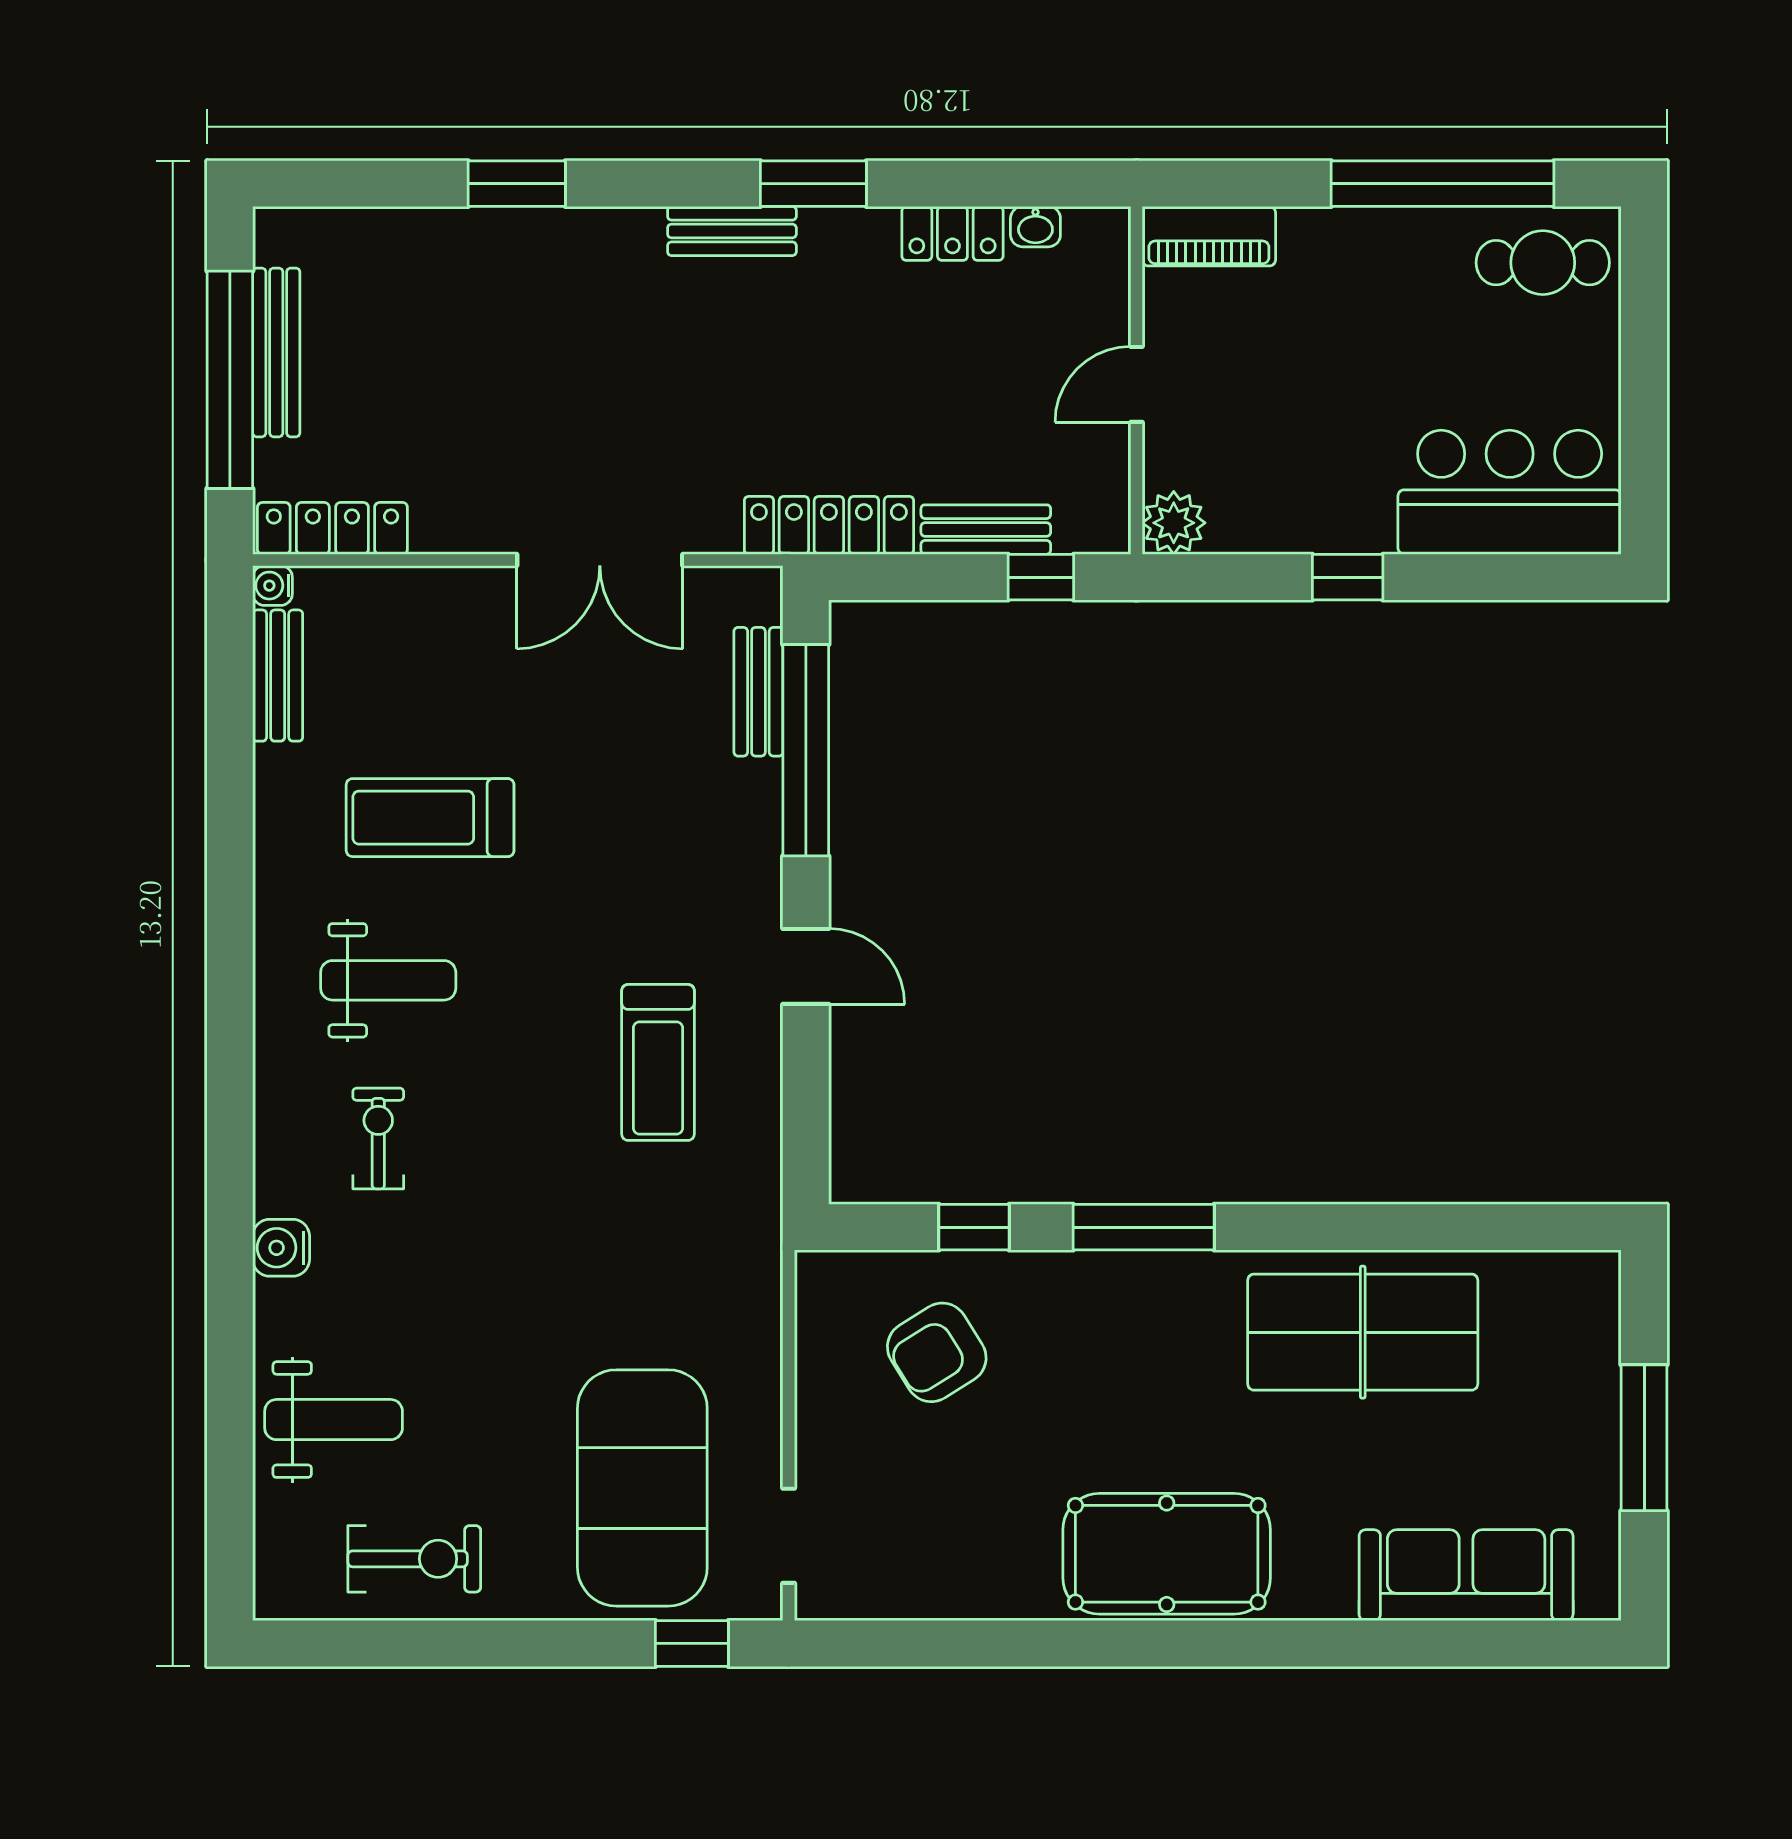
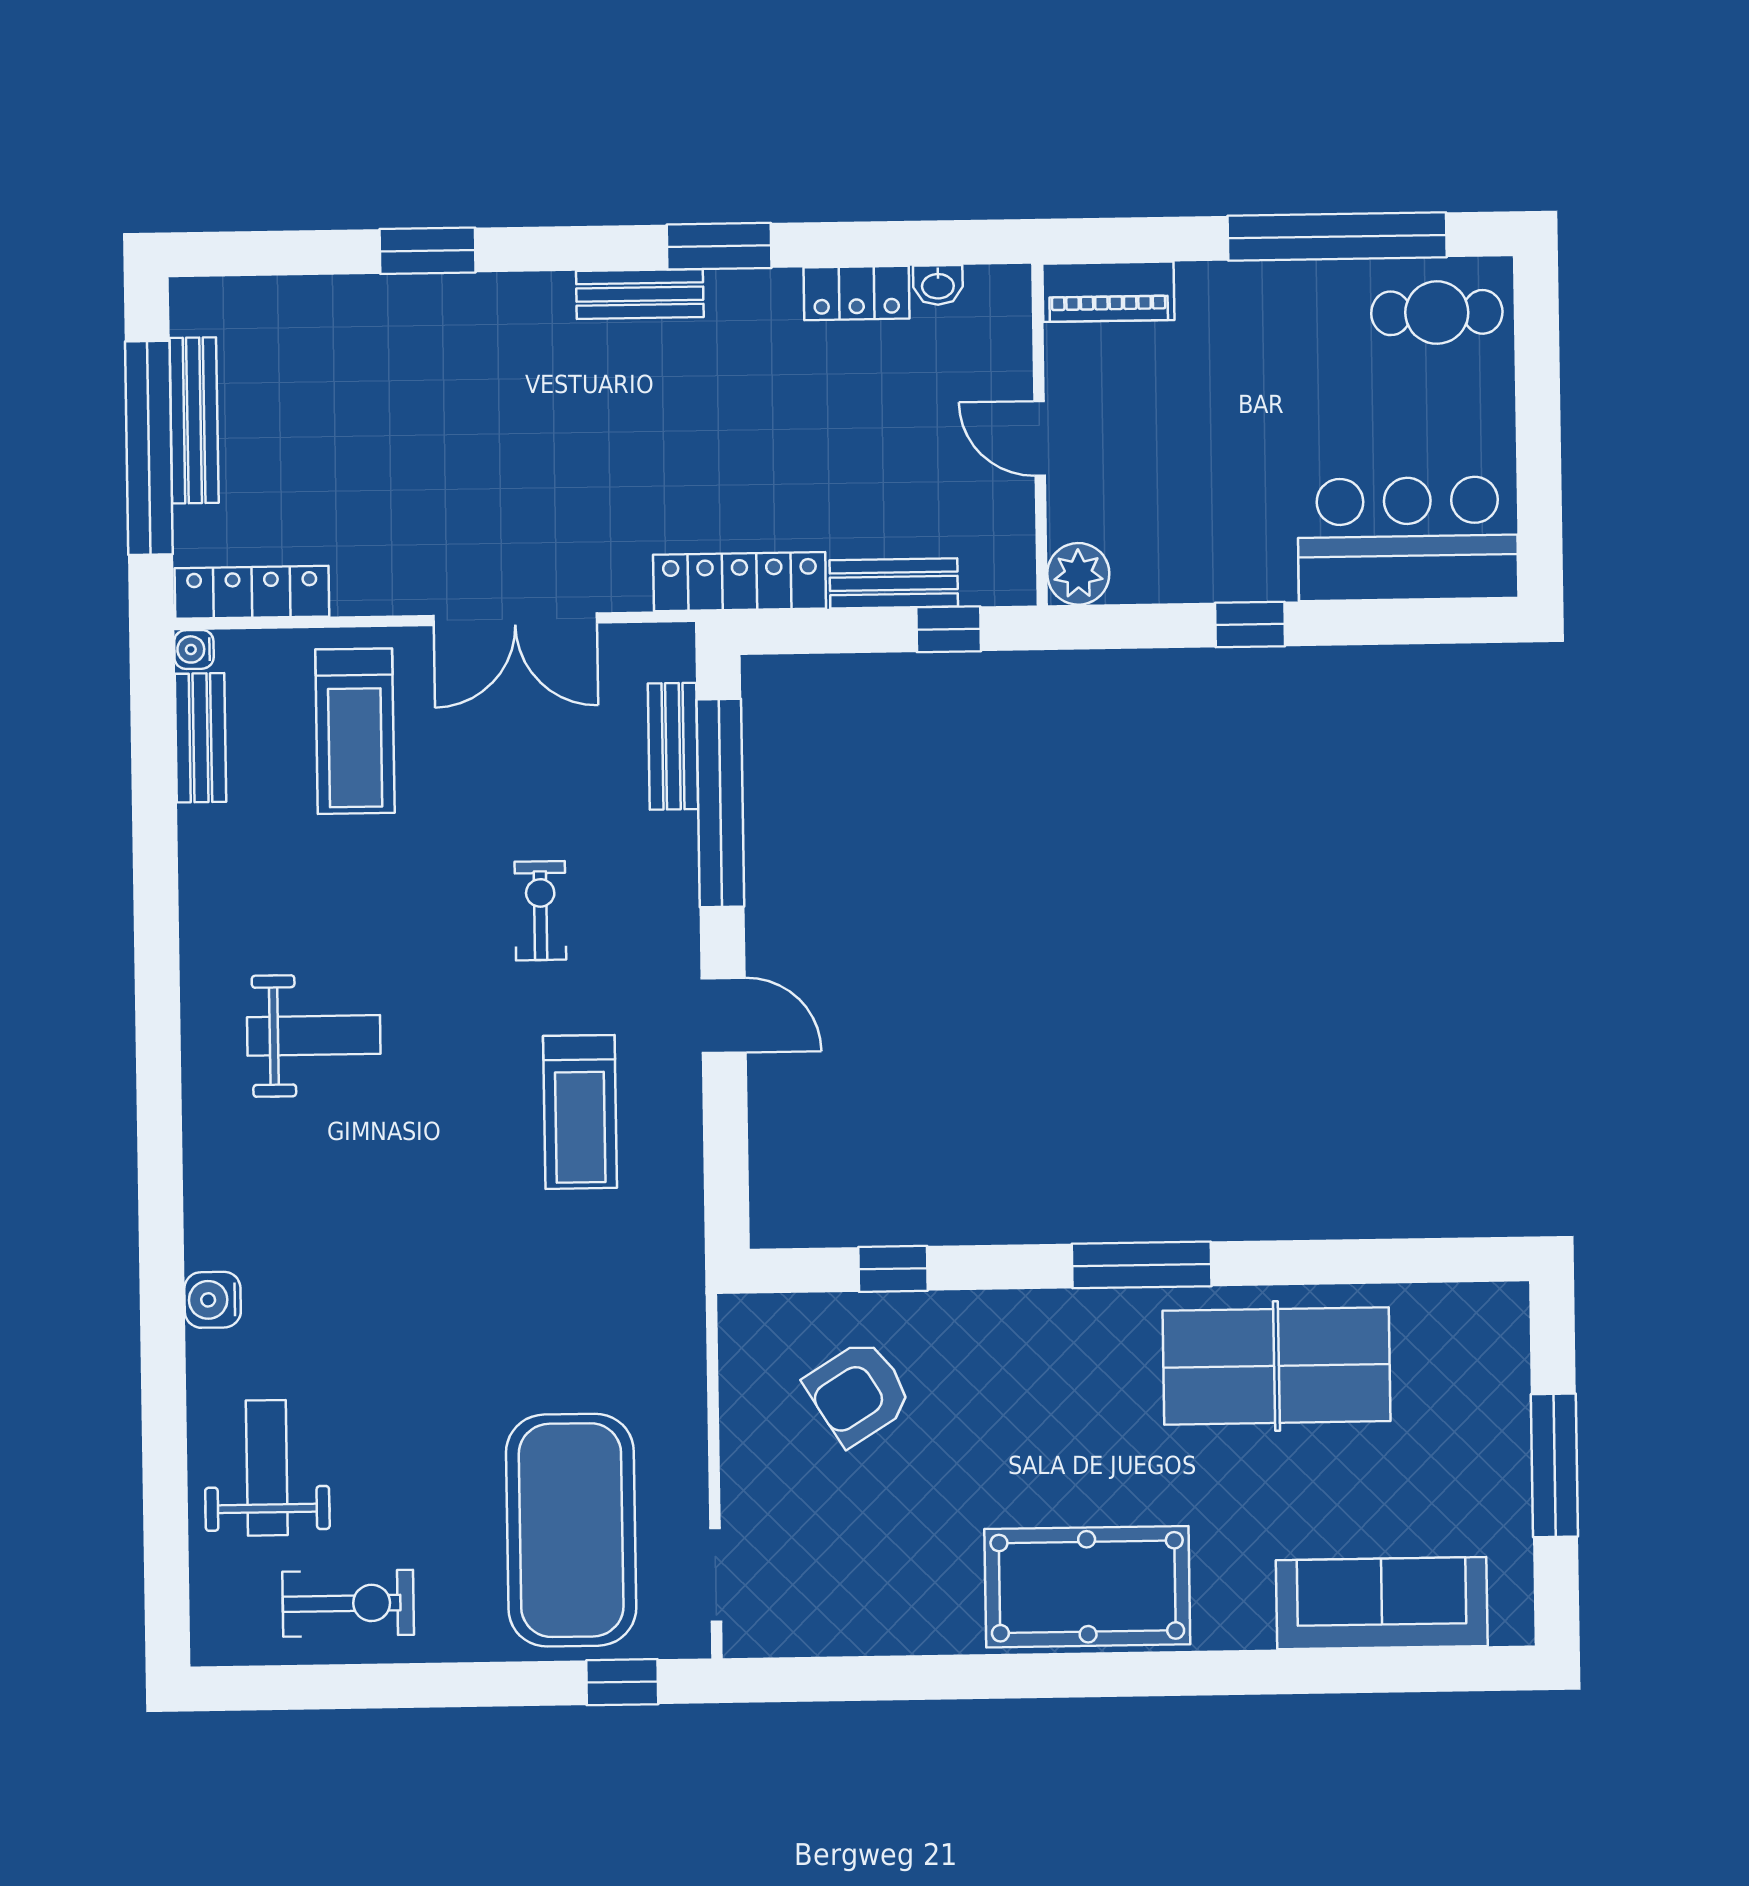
door: (1137, 384) -> (1040, 438), hinge flipped
treadmill: (430, 818) -> (355, 731), moved, turned -90
exercise bike: (378, 1138) -> (540, 911), moved
window: (1144, 1227) -> (1142, 1265), moved
weight bench: (334, 1420) -> (267, 1468), turned -90

